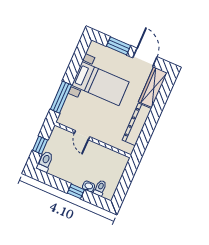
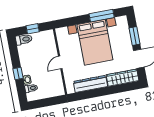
bed with nightstands: (100, 84) -> (95, 42), width x1.36
window: (61, 97) -> (102, 16), moved
door: (82, 135) -> (60, 62), moved

